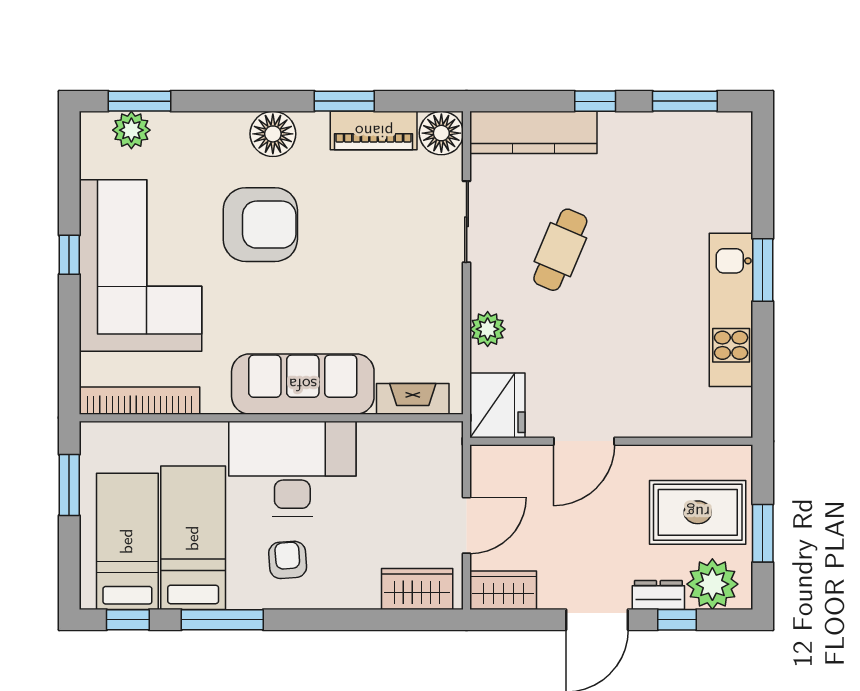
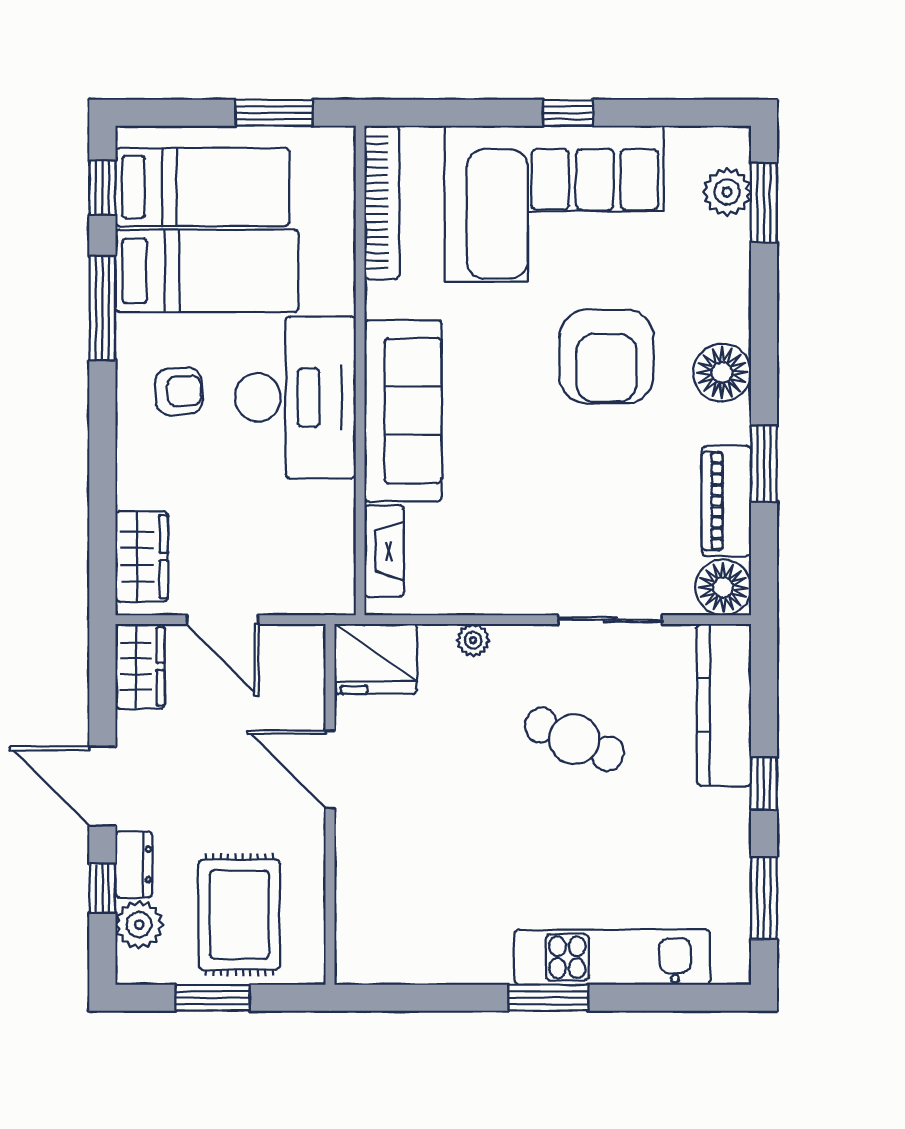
kitchen unit: (731, 310) -> (612, 957), moved
plant: (488, 329) -> (473, 640), width x0.73, depth x0.73
plant: (712, 584) -> (139, 925), width x0.73, depth x0.73

